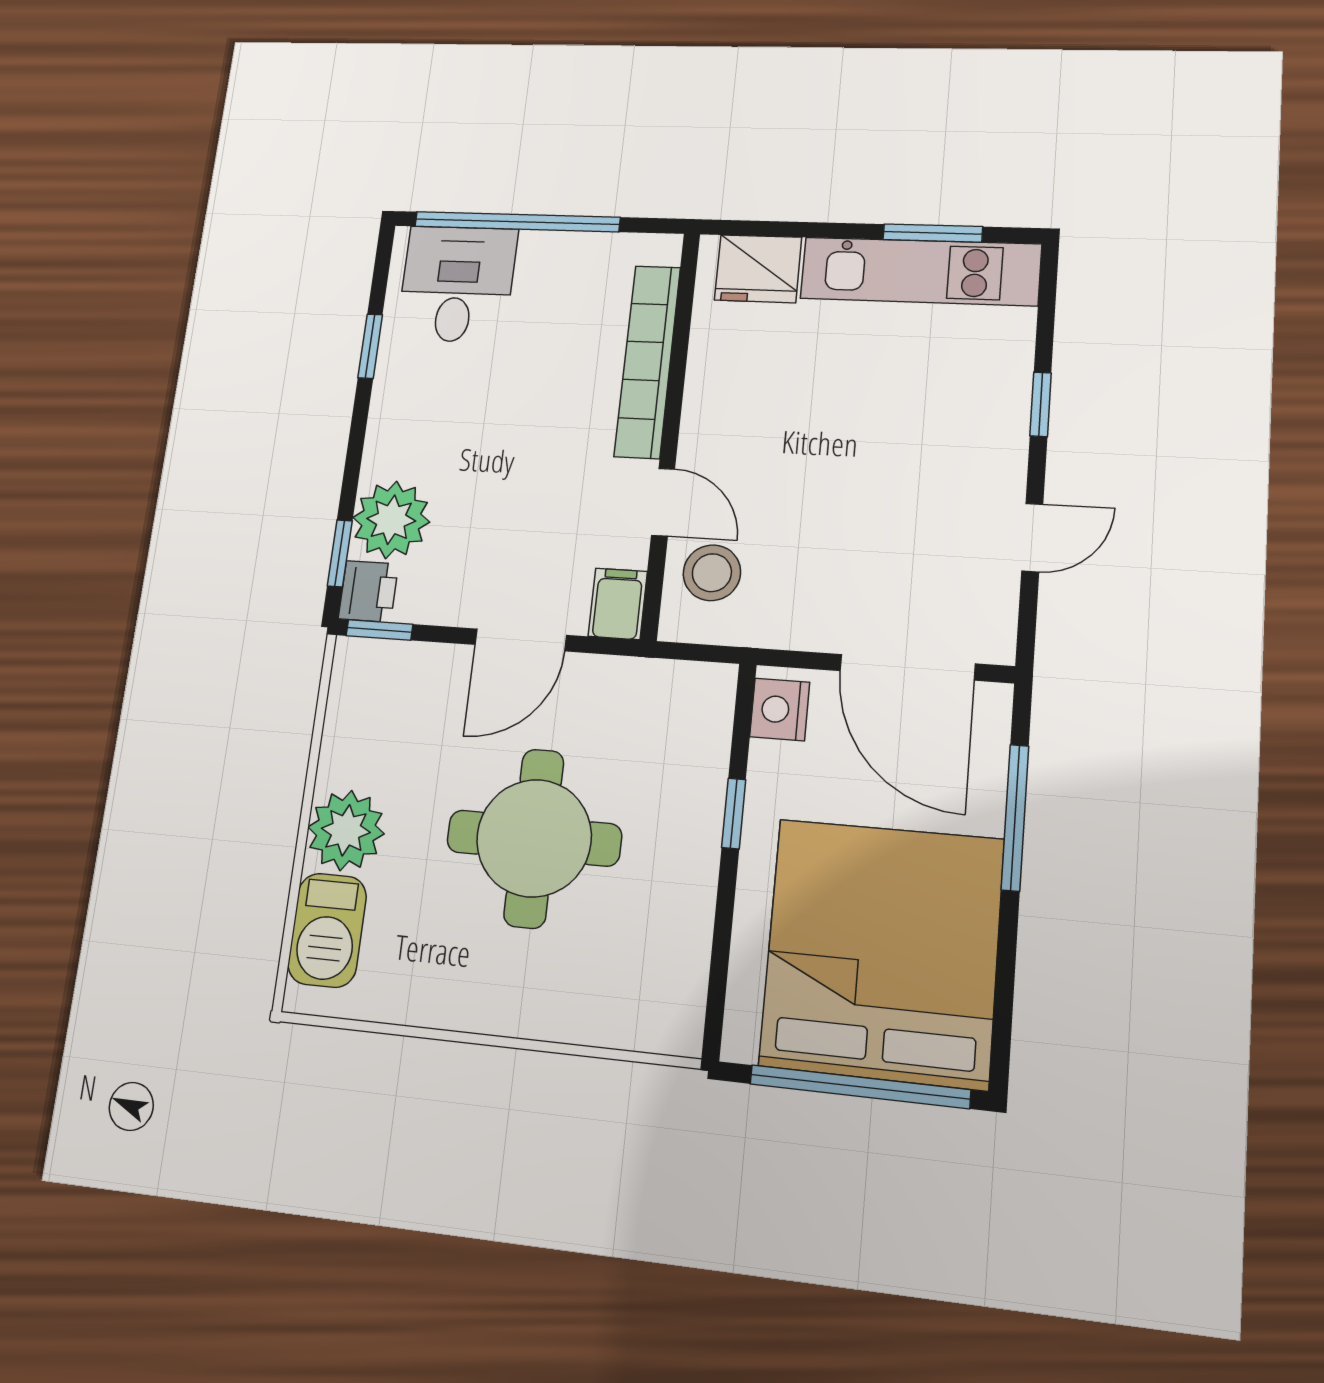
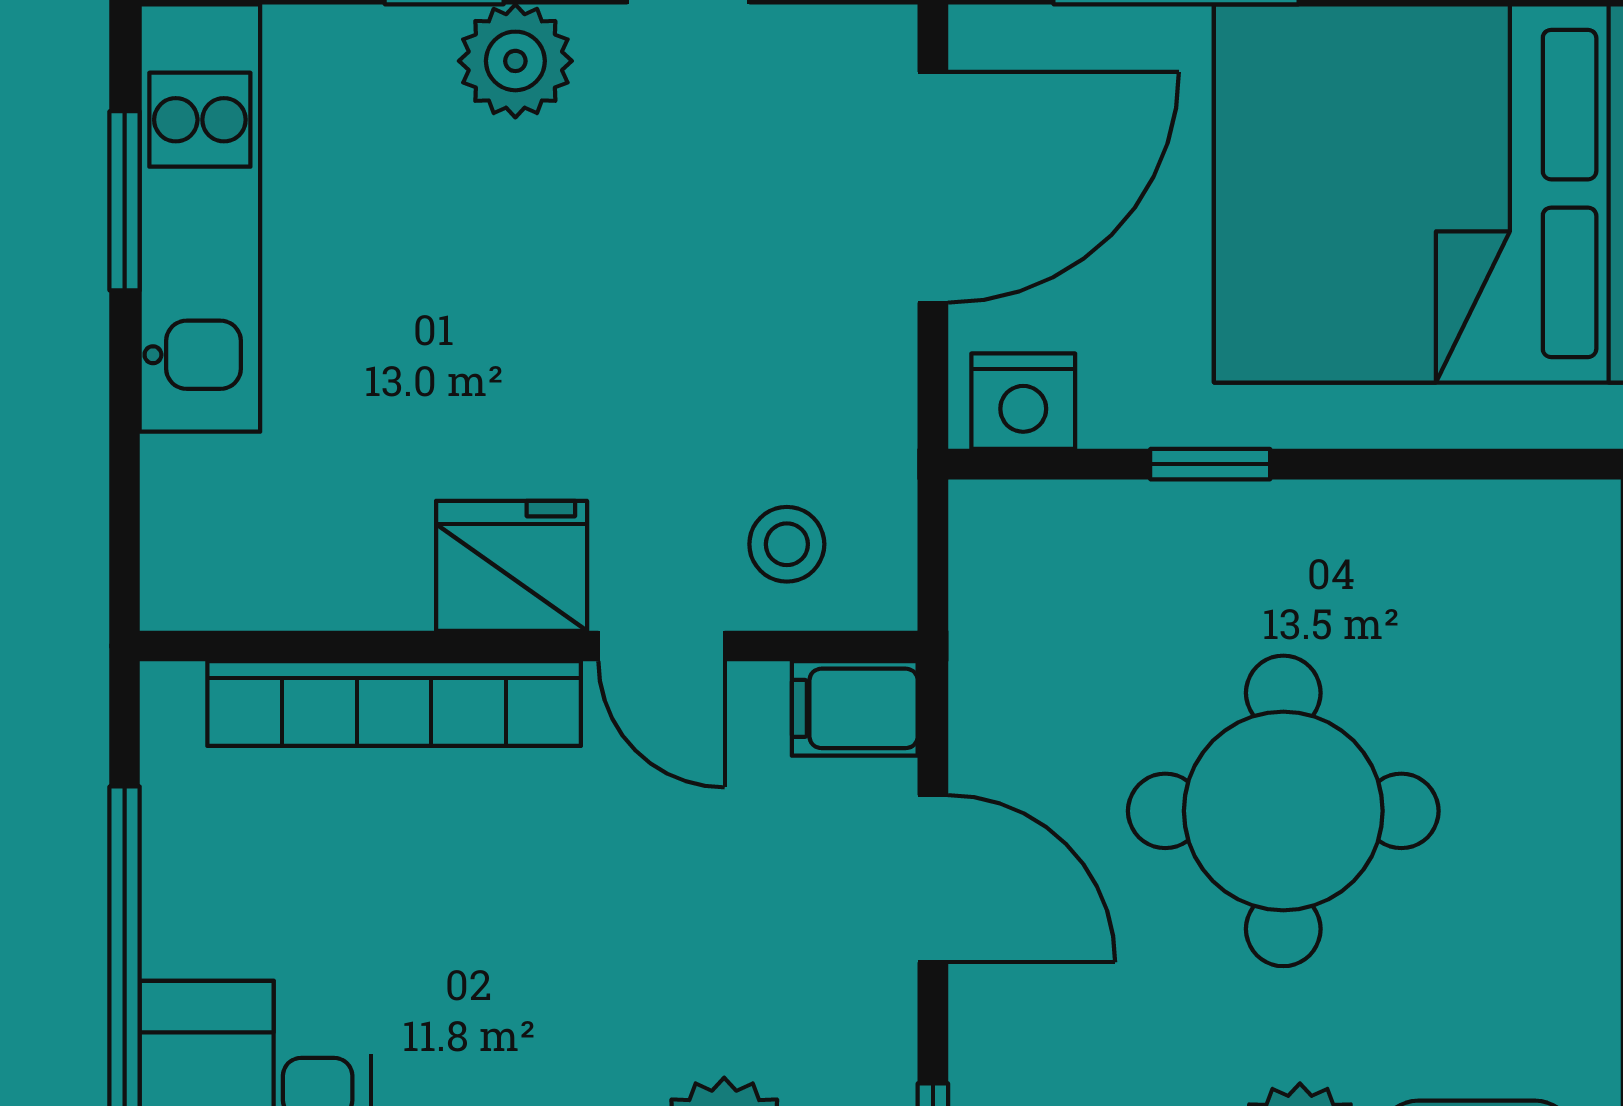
fridge: (758, 269) -> (512, 566), moved, turned -90
plant: (997, 441) -> (515, 61), added
door: (663, 502) -> (661, 646), swing flipped
stool: (712, 573) -> (787, 544), width x0.73, depth x0.73

